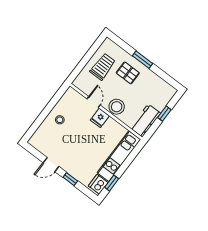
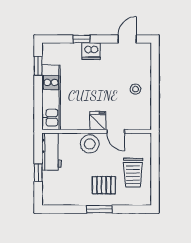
door: (51, 165) -> (127, 39), moved
dishwasher: (98, 184) -> (91, 51), moved, turned 90

